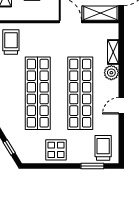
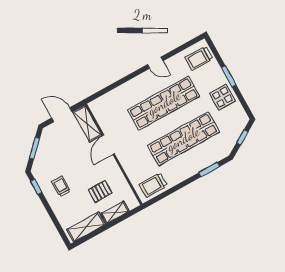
shelving: (113, 52) -> (114, 95), removed
plant: (111, 73) -> (132, 87), removed
window: (92, 166) -> (229, 76), moved

